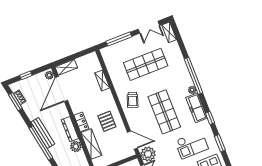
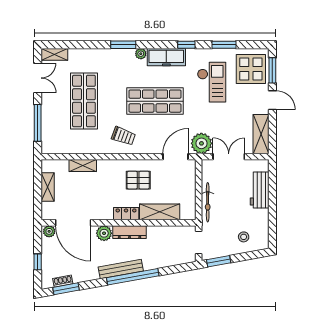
shelving: (66, 67) -> (48, 187), moved
window: (194, 76) -> (123, 45), width x0.47
plant: (76, 146) -> (104, 233), moved

